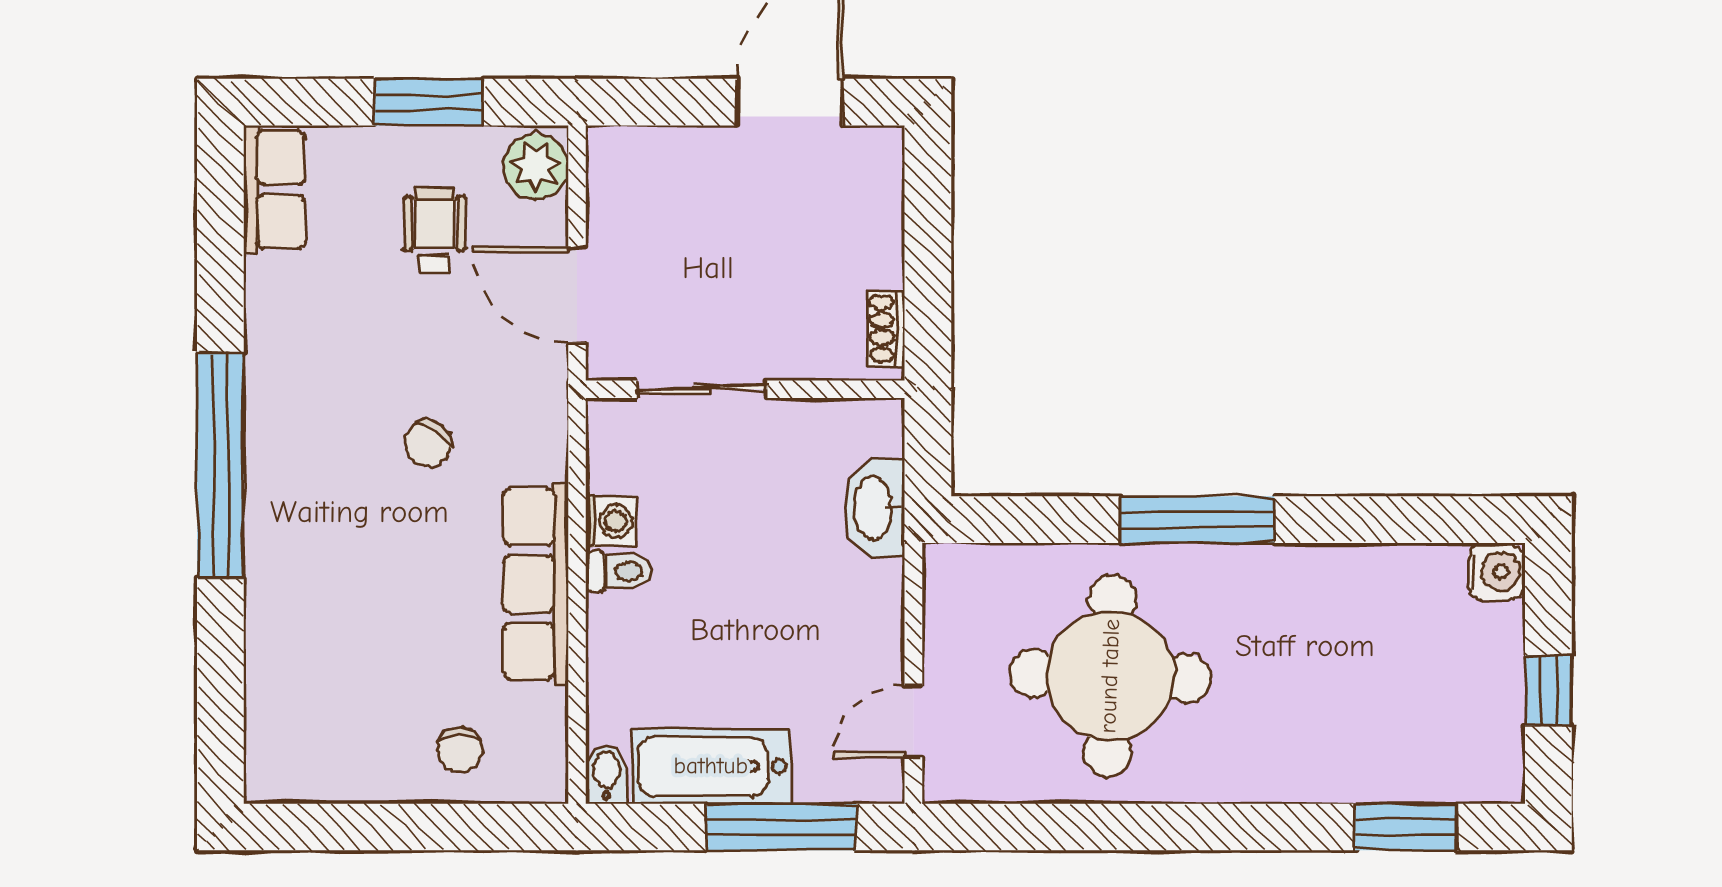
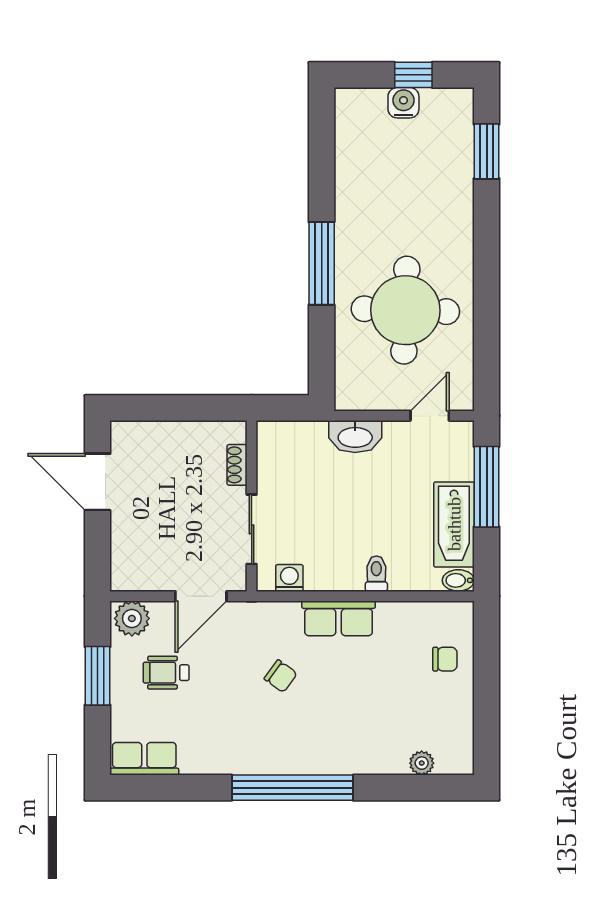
shoe rack: (886, 329) -> (237, 465), moved, turned 90
washbasin: (875, 508) -> (355, 437), moved
washing machine: (611, 521) -> (289, 578), moved
toilet: (619, 571) -> (376, 574), moved
water cooler: (1497, 572) -> (403, 103), moved
row of seats: (536, 584) -> (339, 618), width x0.68
plant: (266, 706) -> (422, 763), added
door: (913, 721) -> (430, 416), swing flipped

